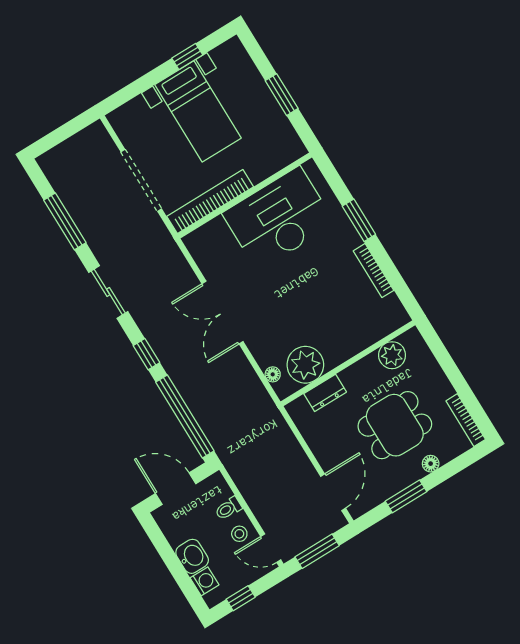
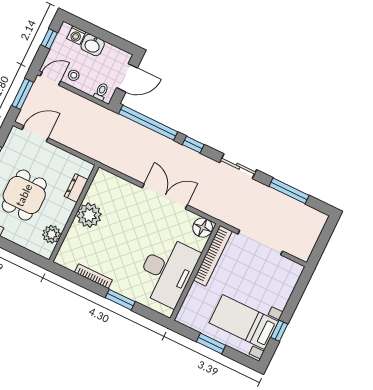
bed with nightstands: (198, 111) -> (244, 322), moved
plant: (305, 365) -> (89, 215), moved
floor lamp: (273, 374) -> (203, 228), moved, width x1.89, depth x1.89
door: (333, 492) -> (35, 134), swing flipped
toilet: (228, 508) -> (101, 92), moved

